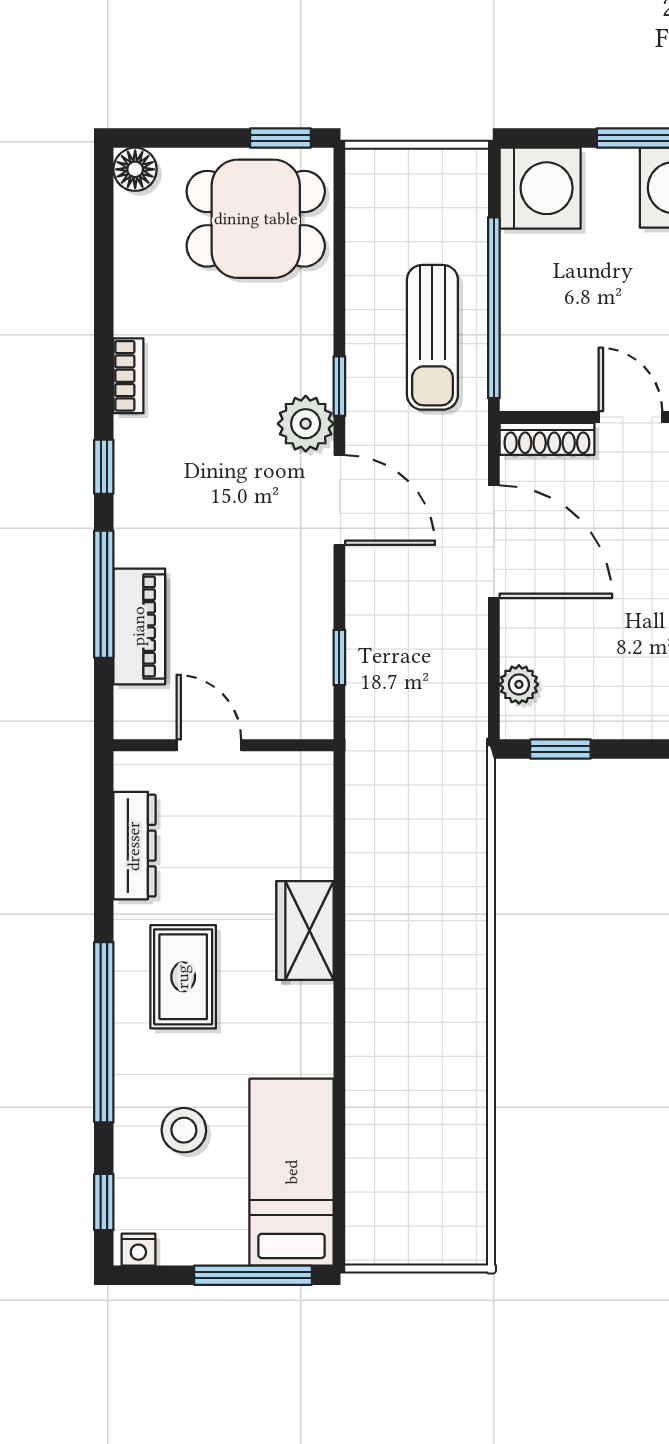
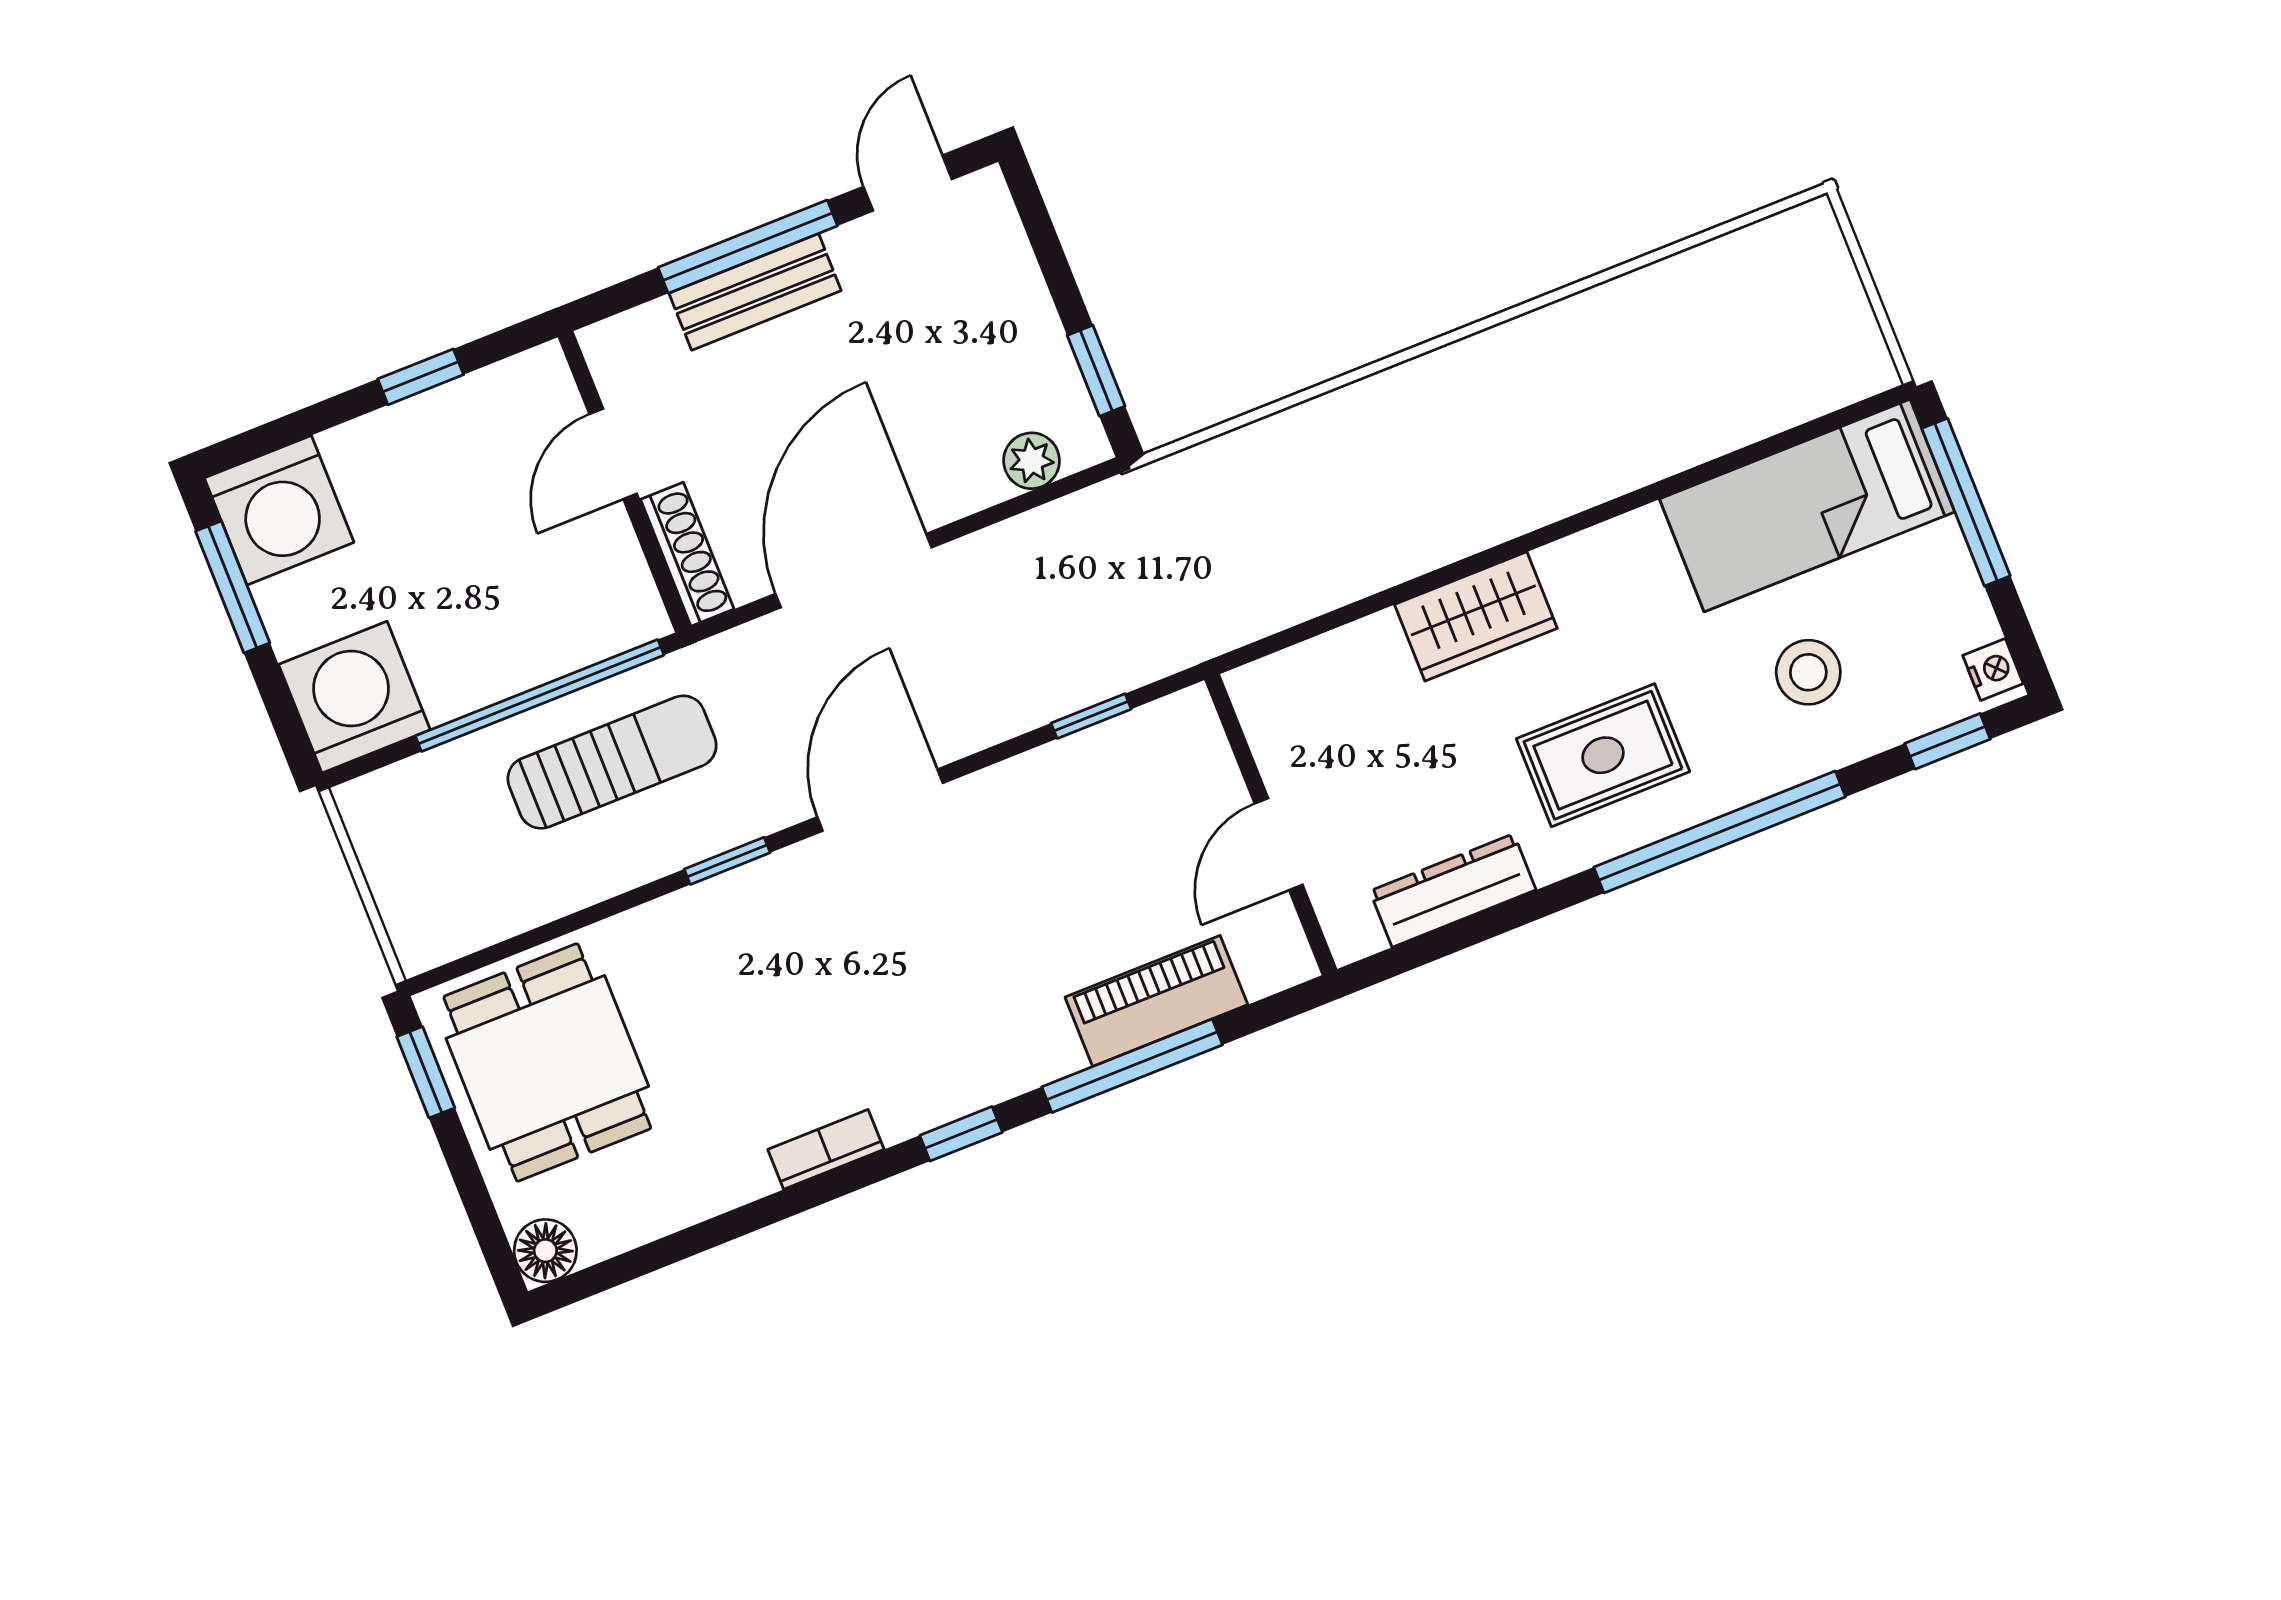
plant: (306, 424) -> (796, 886), removed

